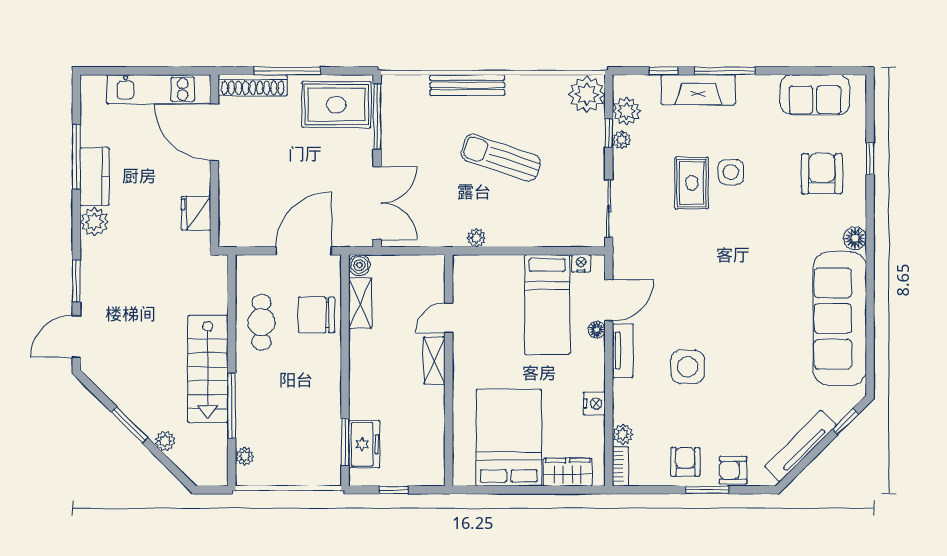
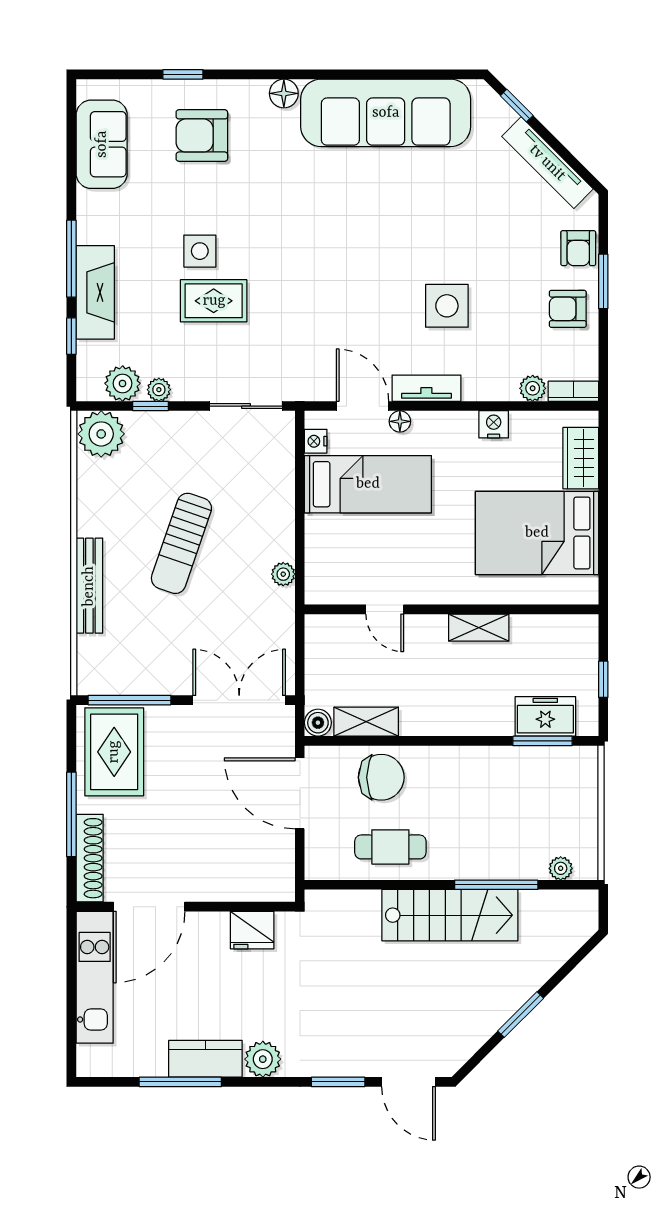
chair: (316, 315) -> (381, 777), turned -90
shelving: (434, 360) -> (479, 628), moved
plant: (165, 441) -> (541, 969), removed

